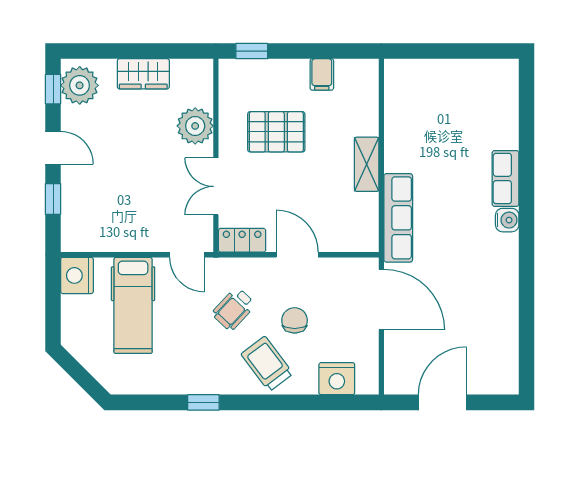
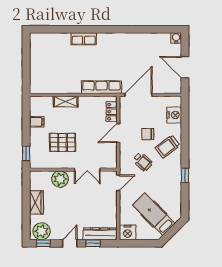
pallet: (276, 132) -> (63, 142), turned 90
shelving: (367, 164) -> (66, 102), moved
dresser: (74, 215) -> (100, 234), added
water cooler: (507, 220) -> (176, 38), moved
locker: (242, 240) -> (112, 112), moved
hospital bed: (133, 305) -> (154, 214), moved, turned -135

